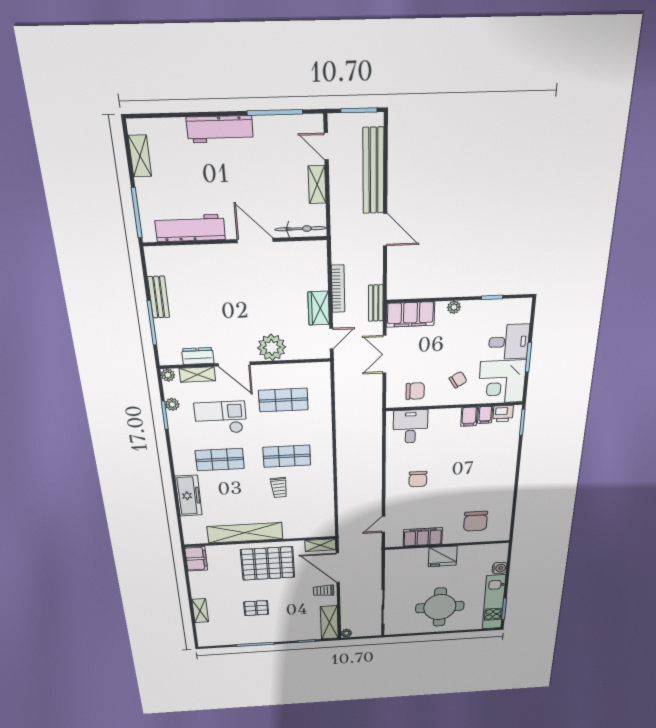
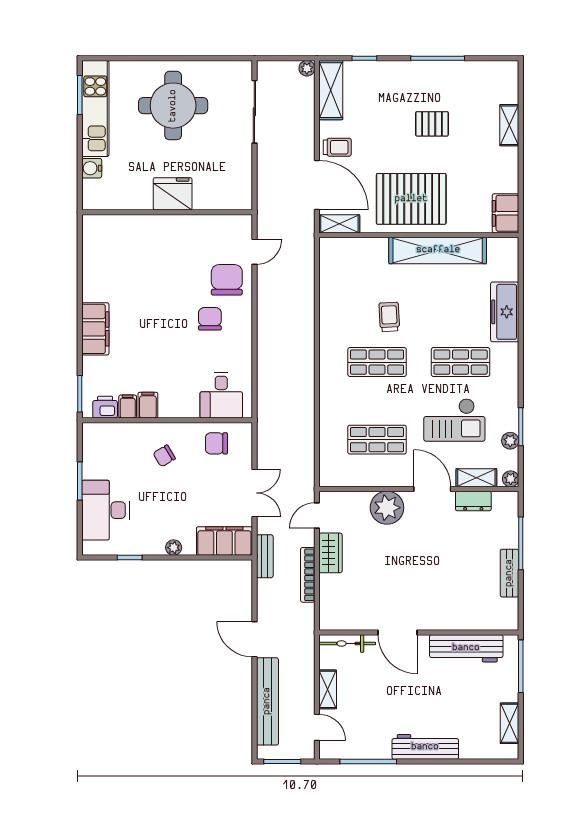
desk: (509, 342) -> (105, 510), width x1.37
corner desk: (502, 382) -> (110, 450), removed
chair: (476, 521) -> (227, 280), moved
filing cabinet: (423, 537) -> (95, 329), moved, turned -90

